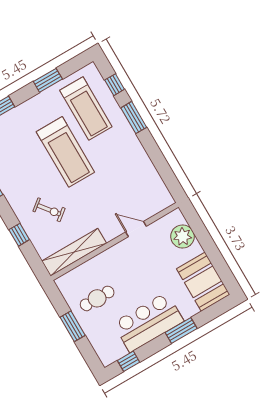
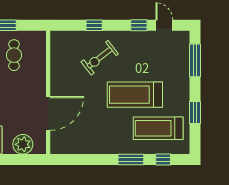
exercise bike: (49, 210) -> (100, 58), width x1.38, depth x1.39
door: (136, 229) -> (48, 113), width x1.88
shelving: (74, 252) -> (58, 58), removed

